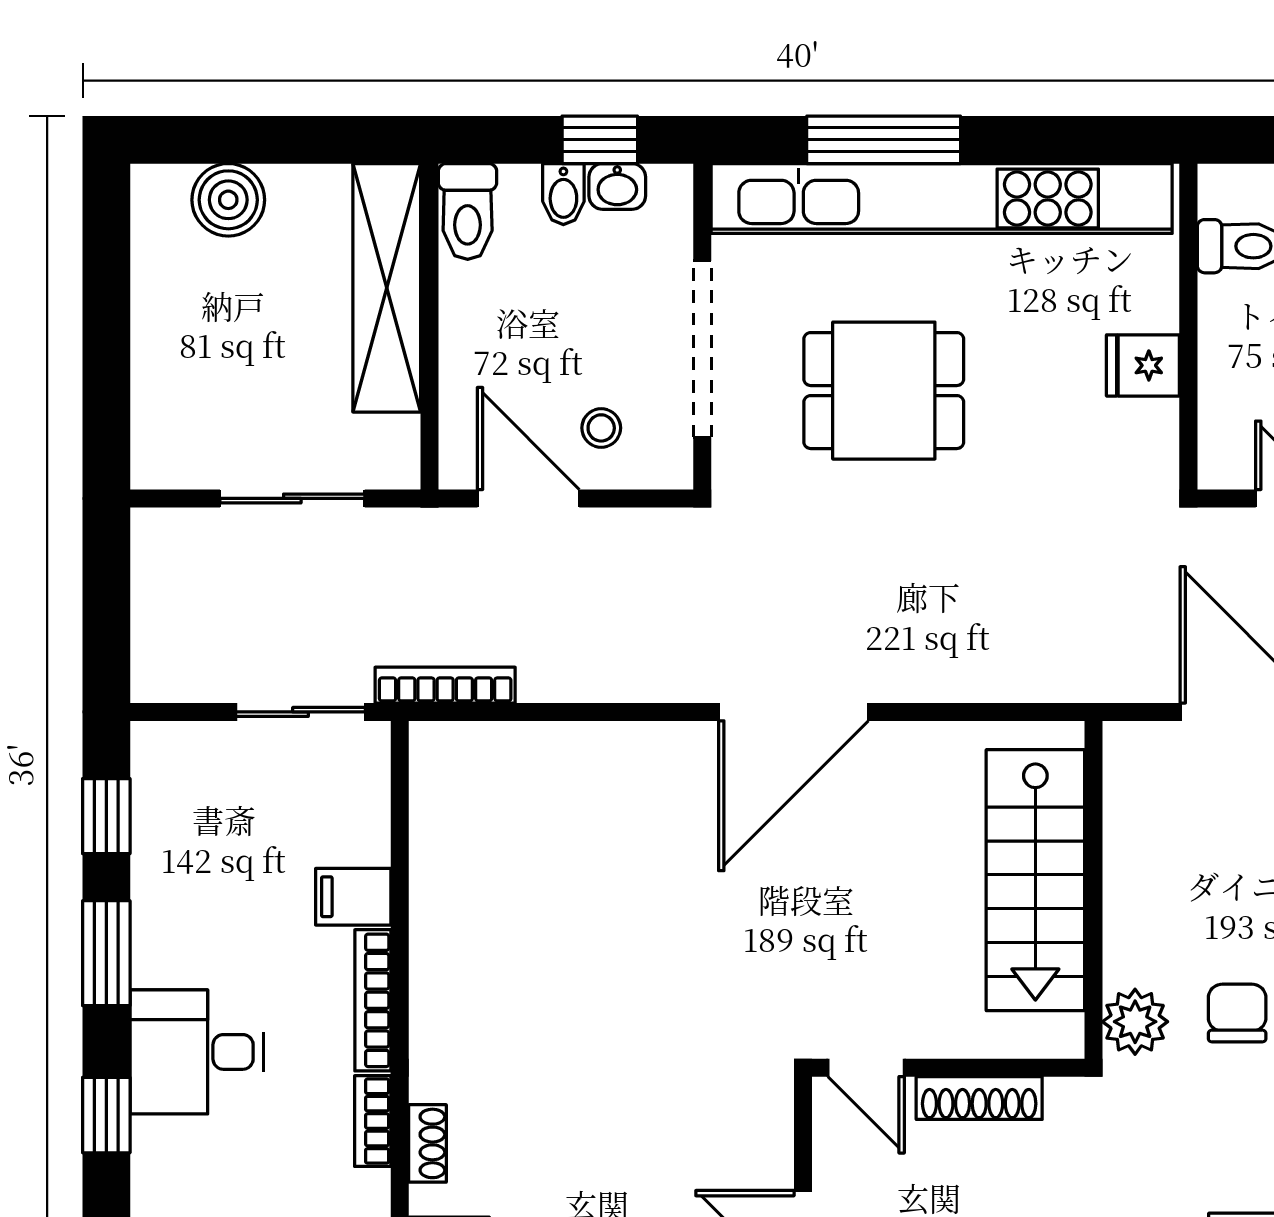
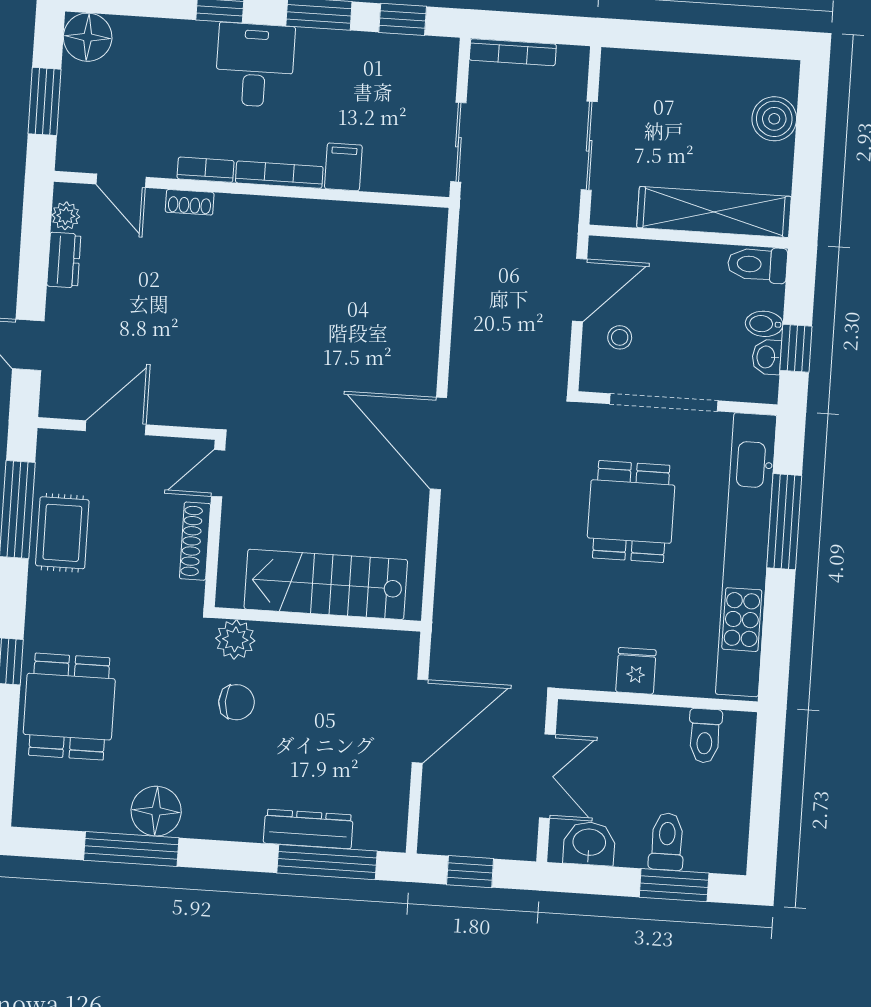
bookcase: (445, 685) -> (513, 52), moved, turned 90

